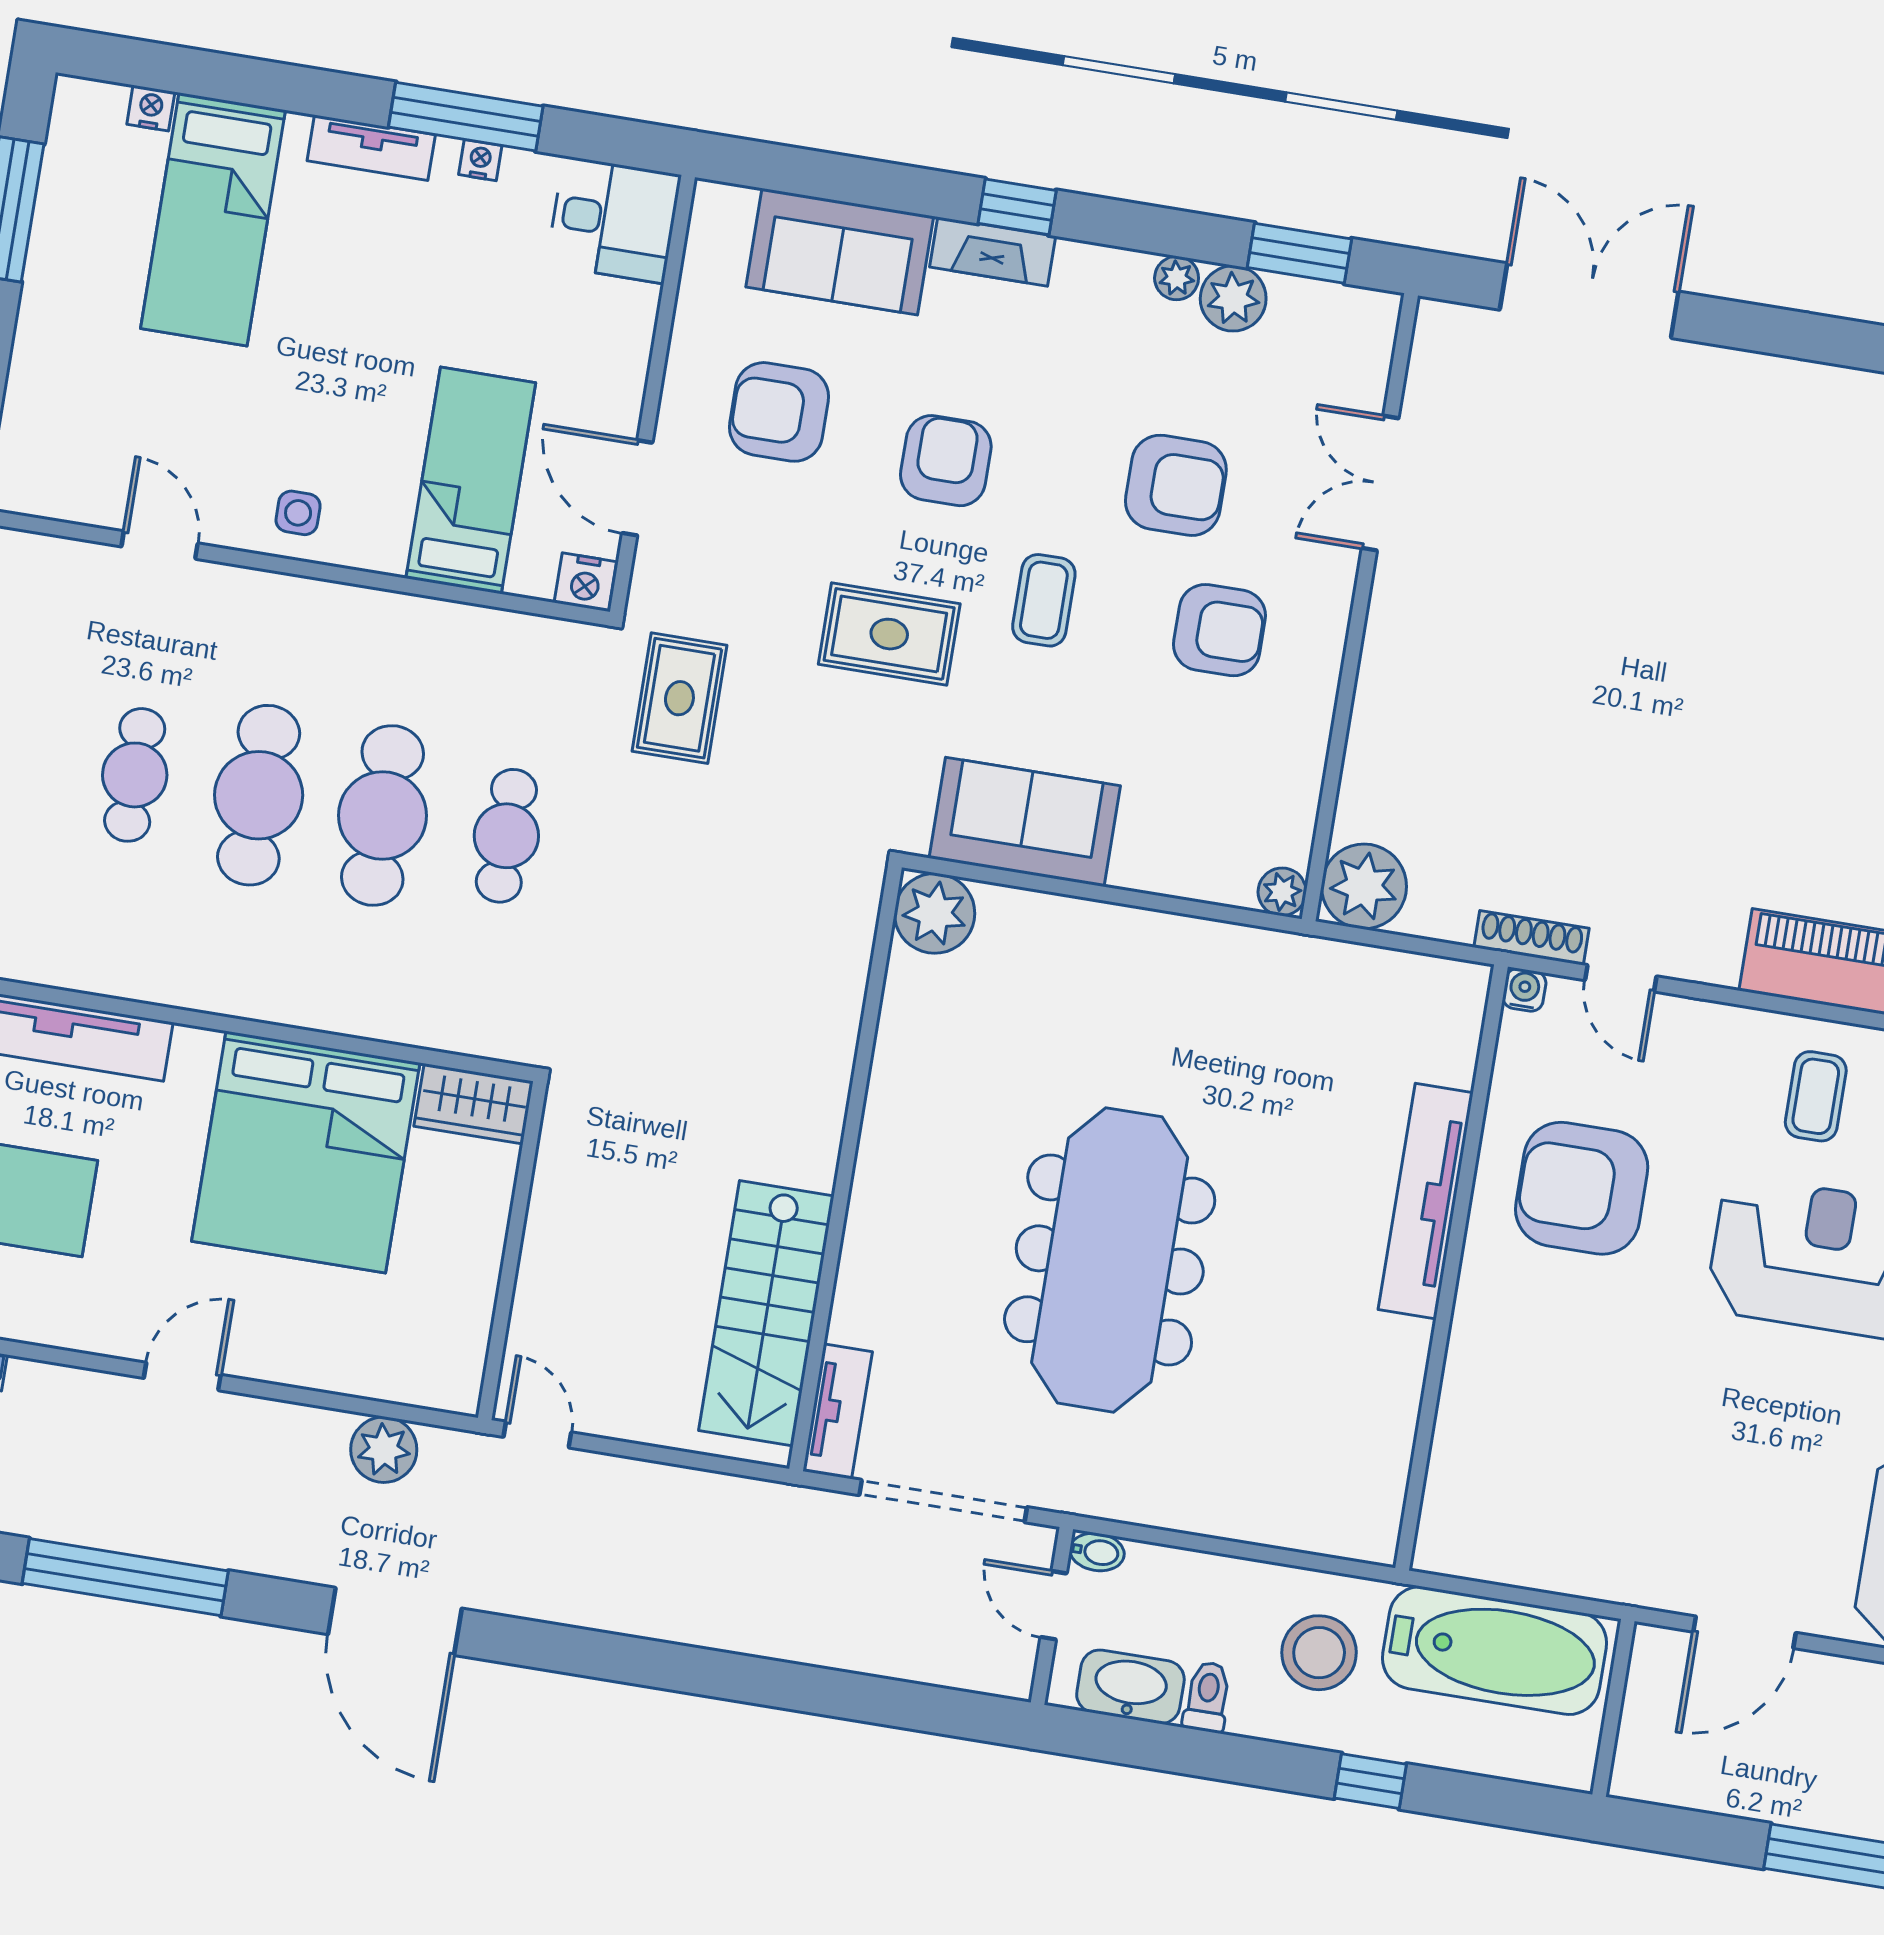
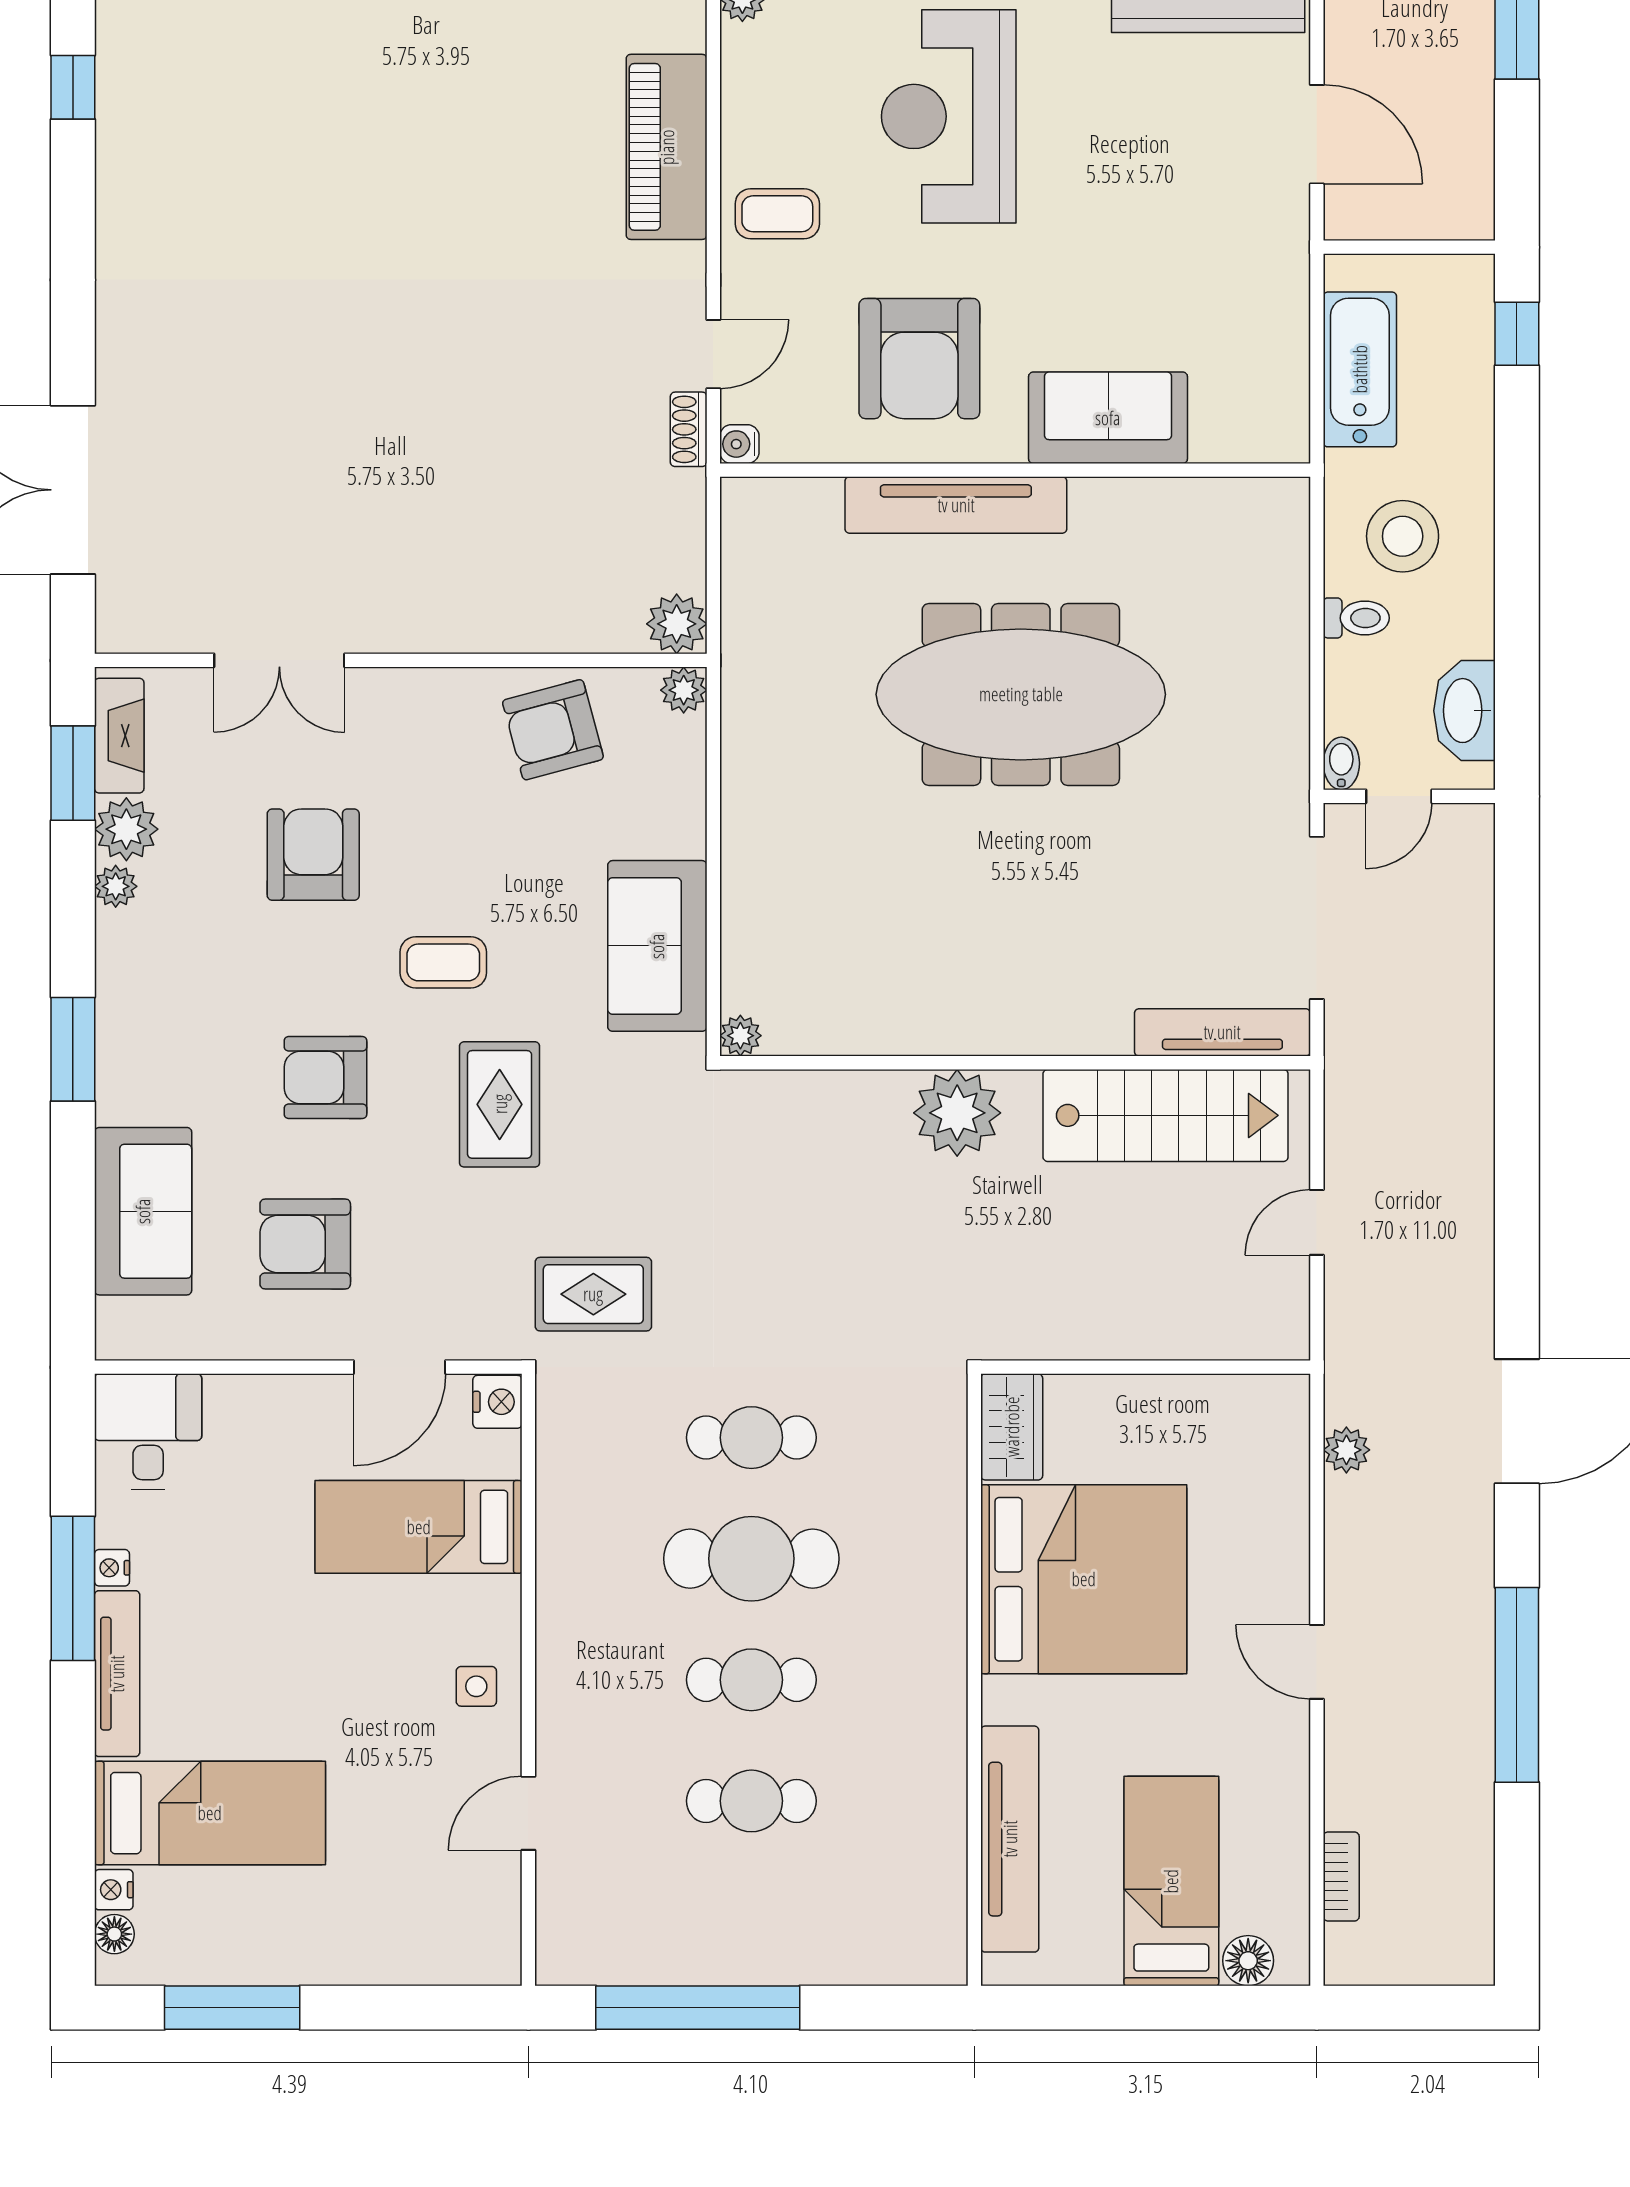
floor lamp: (105, 101) -> (114, 1934), added
tv unit: (371, 148) -> (117, 1674), width x1.41
window: (1017, 207) -> (73, 1049), width x1.50
fireplace: (993, 252) -> (119, 736), moved
armchair: (779, 412) -> (305, 1244), turned 90
armchair: (1219, 630) -> (553, 730), moved, turned -105
cafe table: (259, 795) -> (751, 1680), width x0.73, depth x0.74
plant: (1364, 886) -> (677, 624), width x0.73, depth x0.73
plant: (935, 913) -> (740, 1036), width x0.53, depth x0.53
shoe rack: (1532, 938) -> (689, 429), width x0.70
coffee table: (1816, 1096) -> (777, 214), moved
plant: (804, 1101) -> (957, 1113), added
meeting table: (1110, 1260) -> (1021, 694), moved
sofa: (1490, 1371) -> (1108, 418), added
tv unit: (838, 1411) -> (1222, 1032), width x1.41
door: (537, 1435) -> (1317, 1222), moved
plant: (384, 1450) -> (1346, 1450), width x0.73, depth x0.73
bathtub: (1495, 1651) -> (1360, 369), width x0.73, depth x0.73
toilet: (1207, 1697) -> (1356, 618), moved, turned 180
window: (1370, 1781) -> (1517, 334), moved

